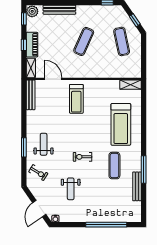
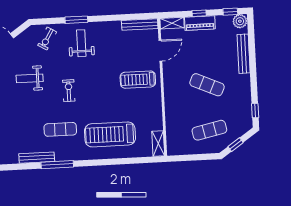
weight bench: (44, 144) -> (81, 43), turned -90

